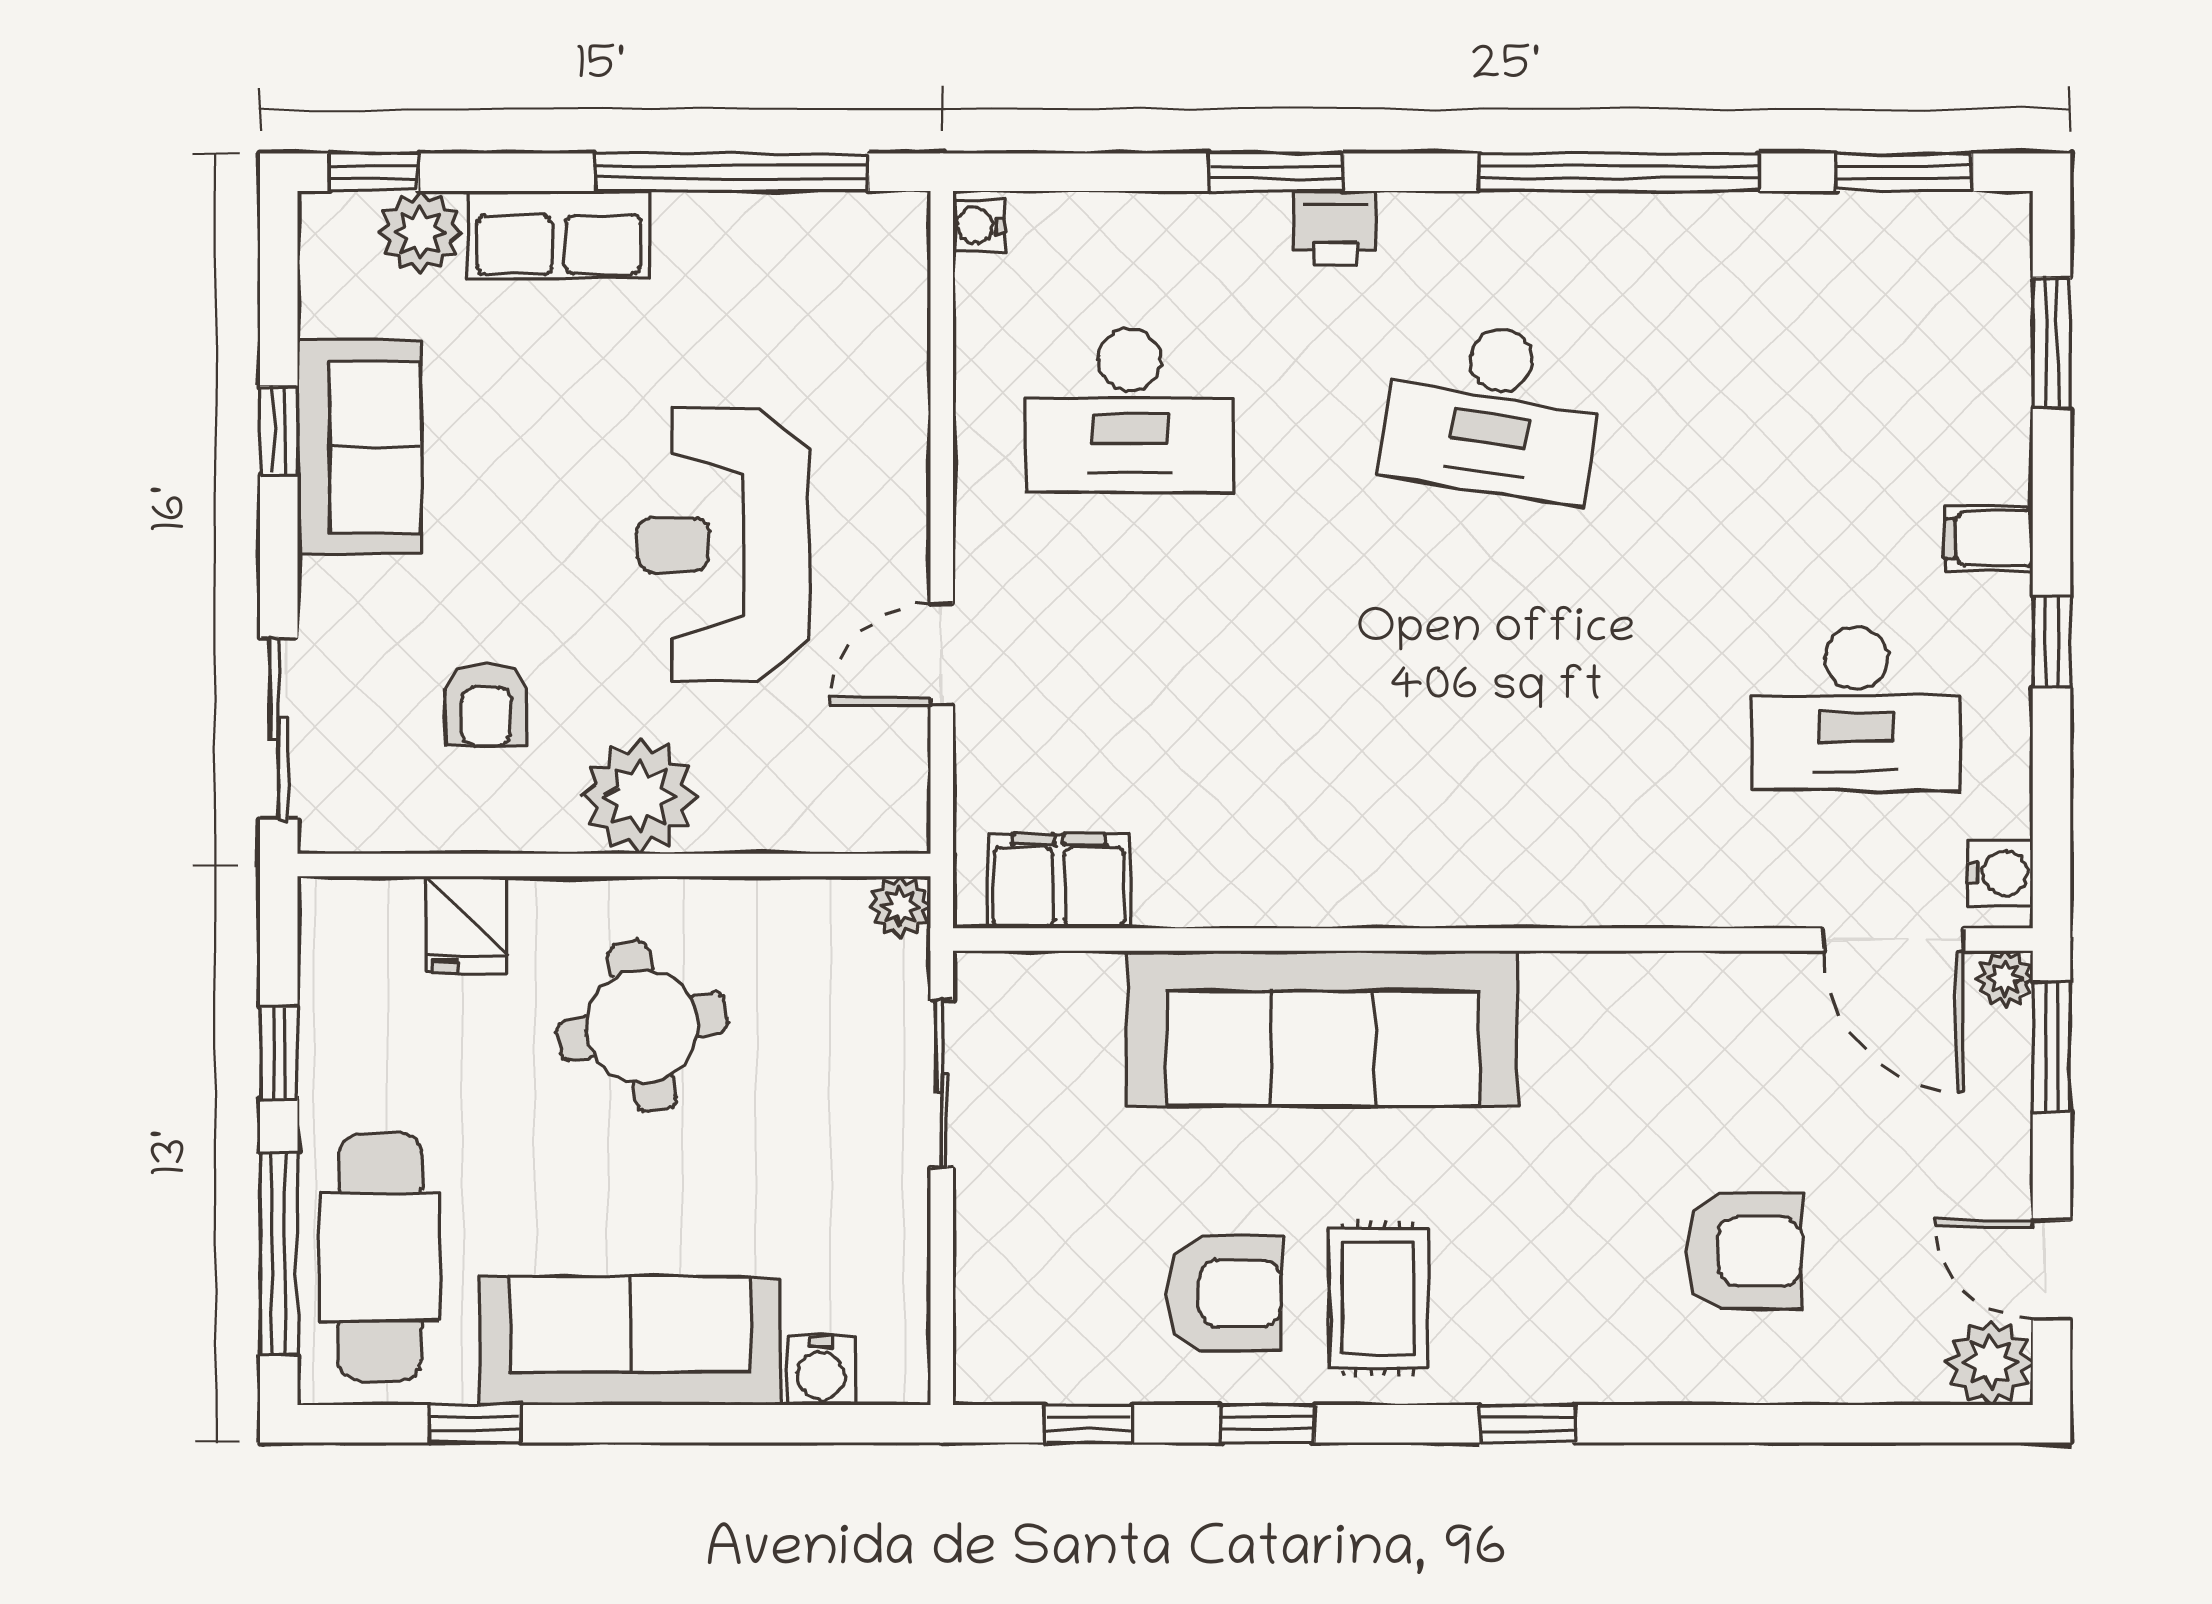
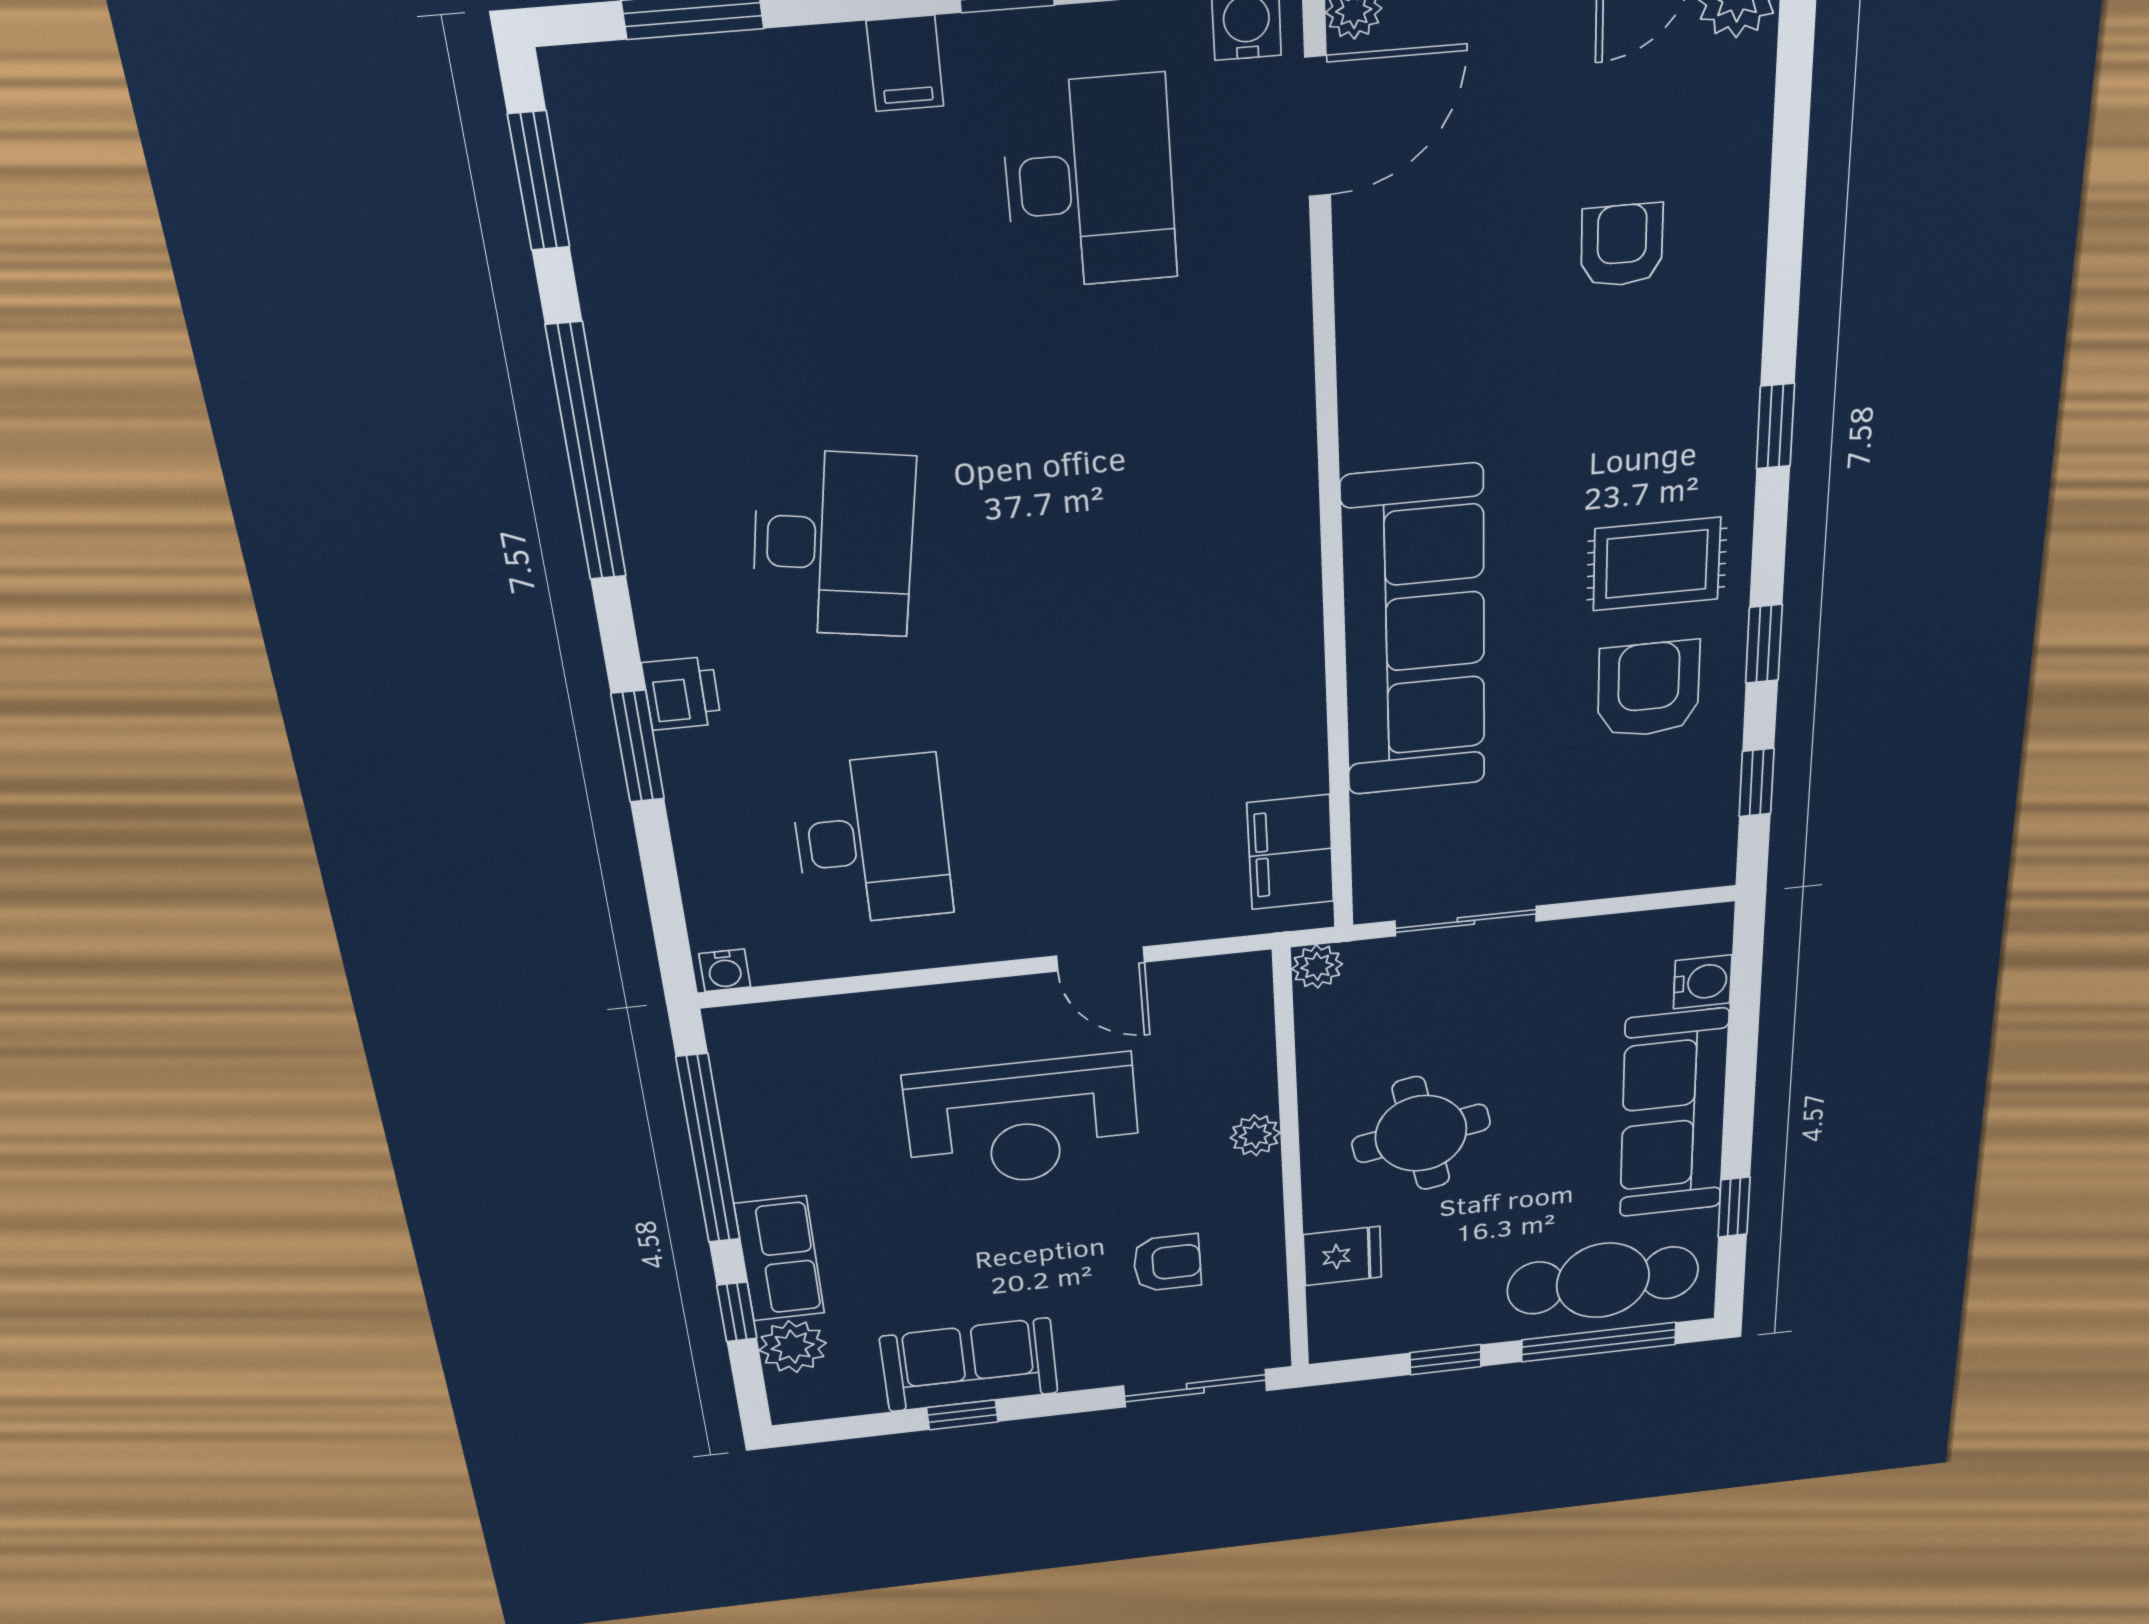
window: (374, 172) -> (737, 1312), moved
plant: (640, 796) -> (1255, 1135), width x0.53, depth x0.53
armchair: (1744, 1251) -> (1622, 245), width x0.72, depth x0.72

